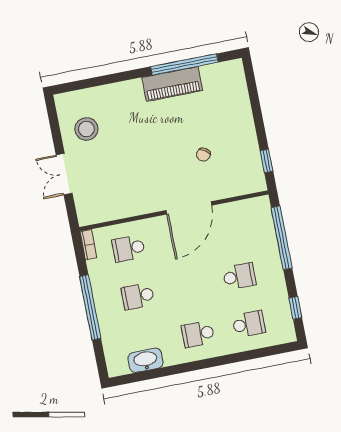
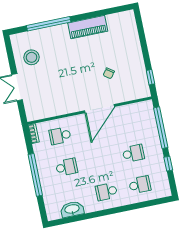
window: (184, 64) -> (49, 24), moved
school desk: (138, 296) -> (67, 167), turned 180
window: (295, 308) -> (168, 164), moved

